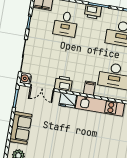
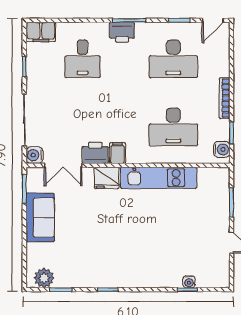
filing cabinet: (89, 88) -> (117, 153), moved
sofa: (21, 128) -> (40, 218), moved

